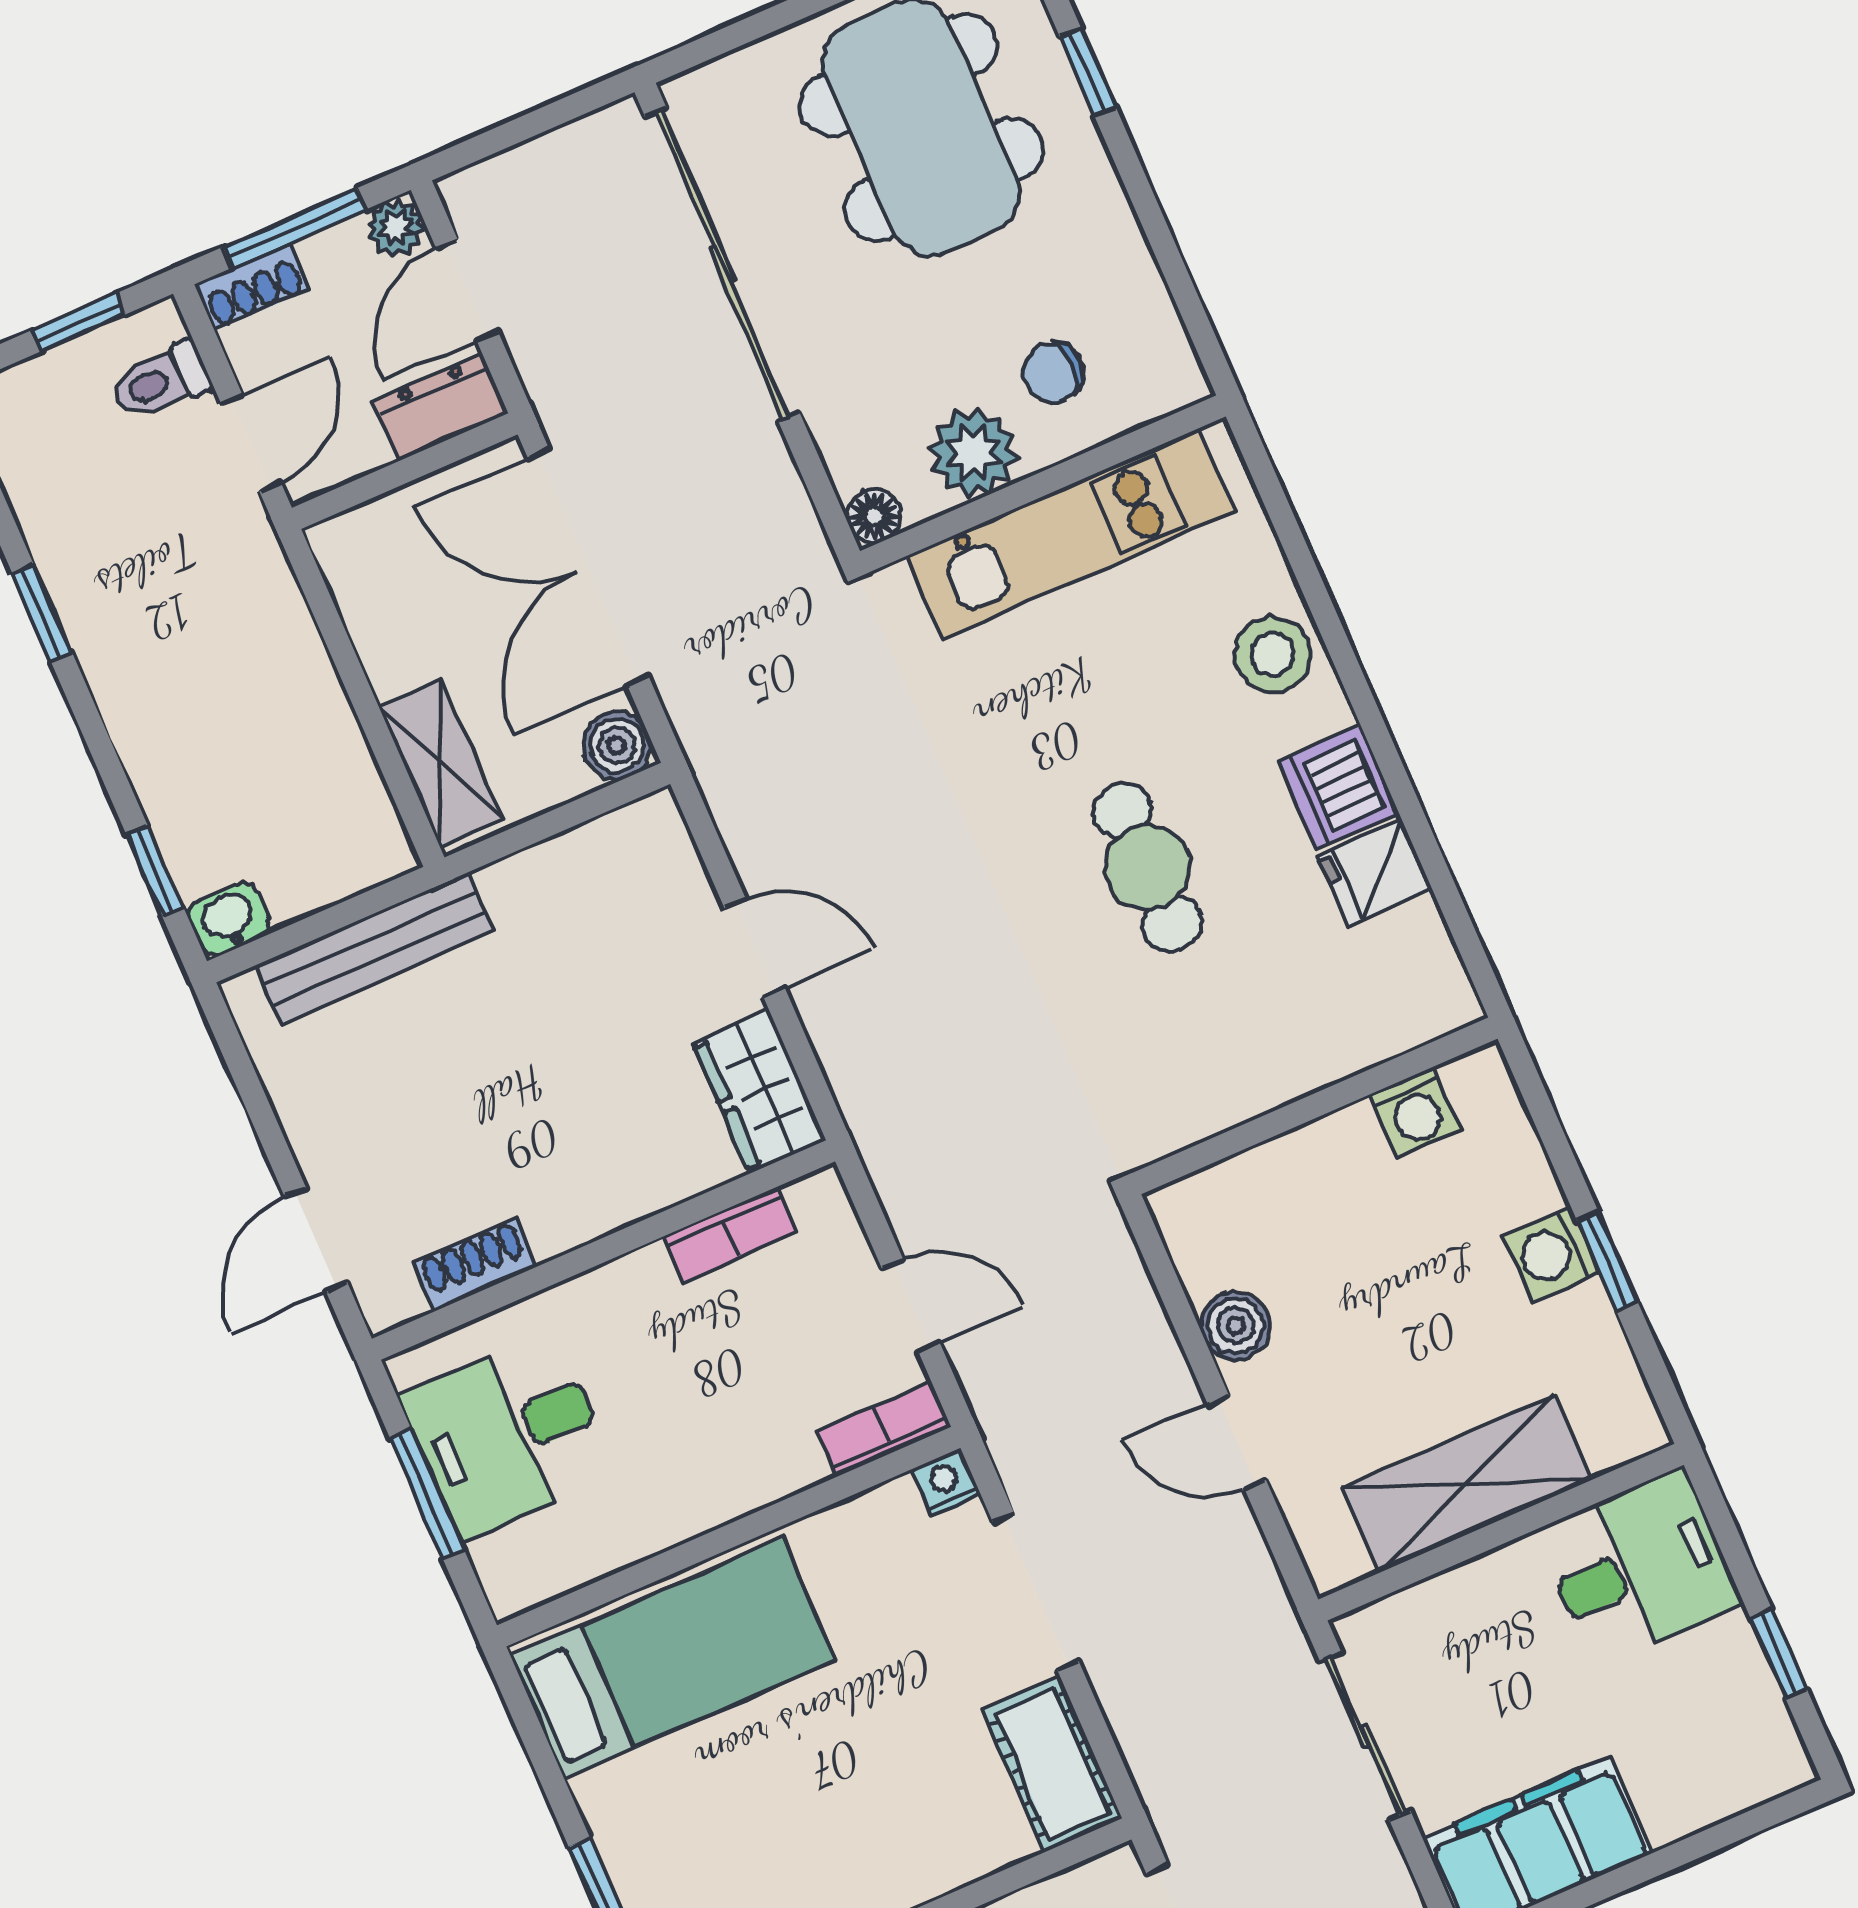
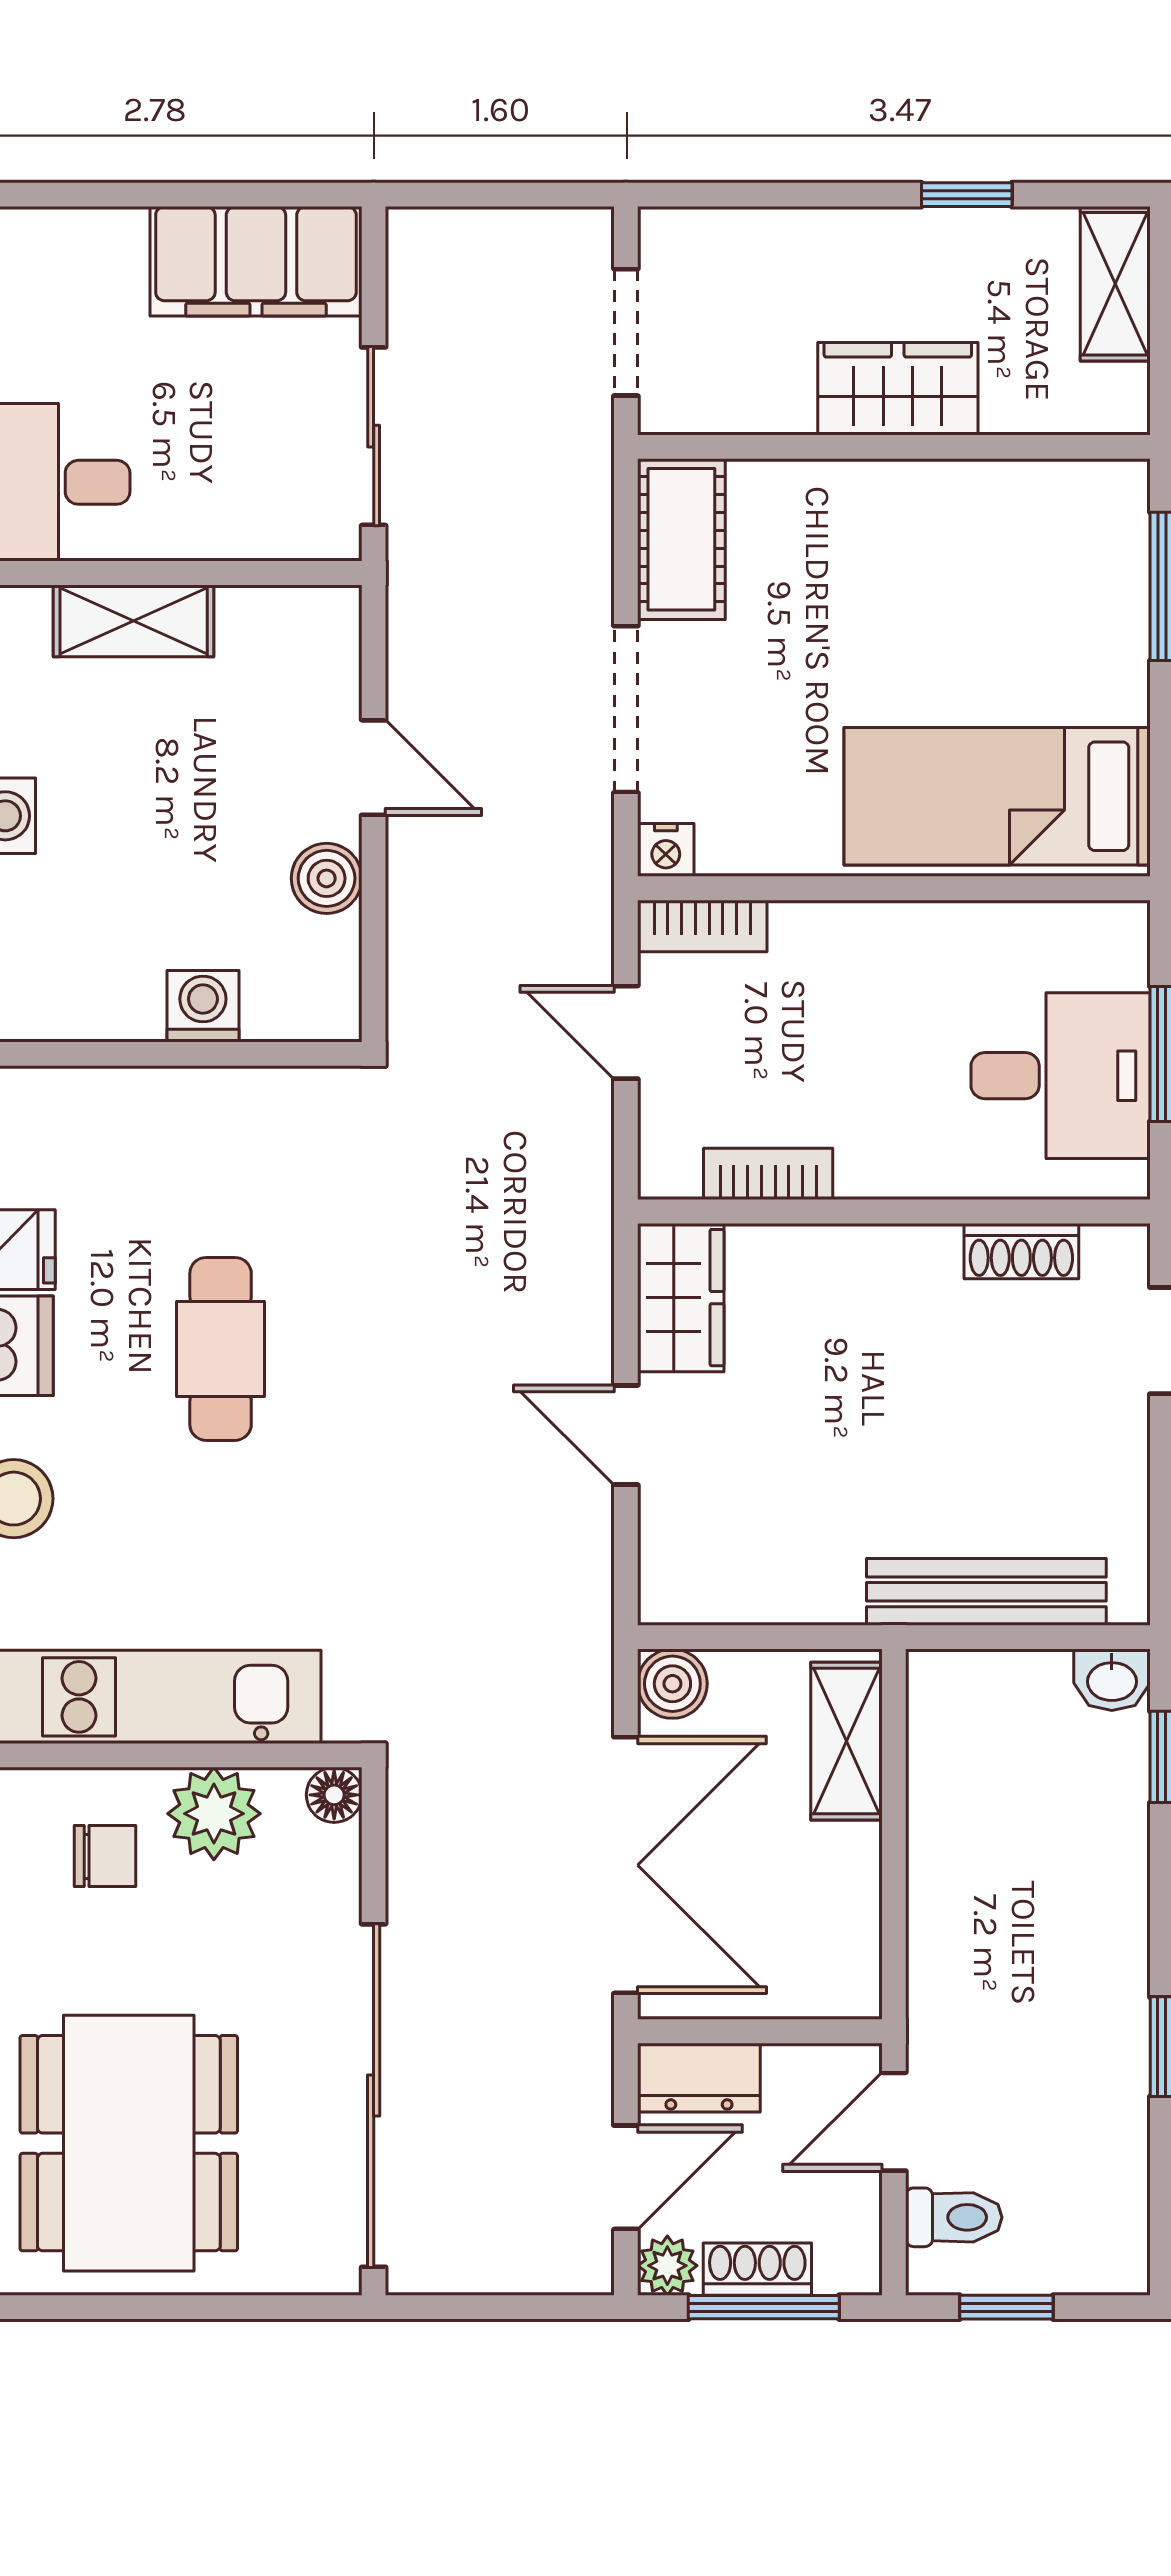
shoe rack: (252, 287) -> (757, 2269), moved
washing machine: (1415, 1112) -> (203, 1006), moved
shelving: (1466, 1484) -> (134, 621), width x0.67, depth x0.75

